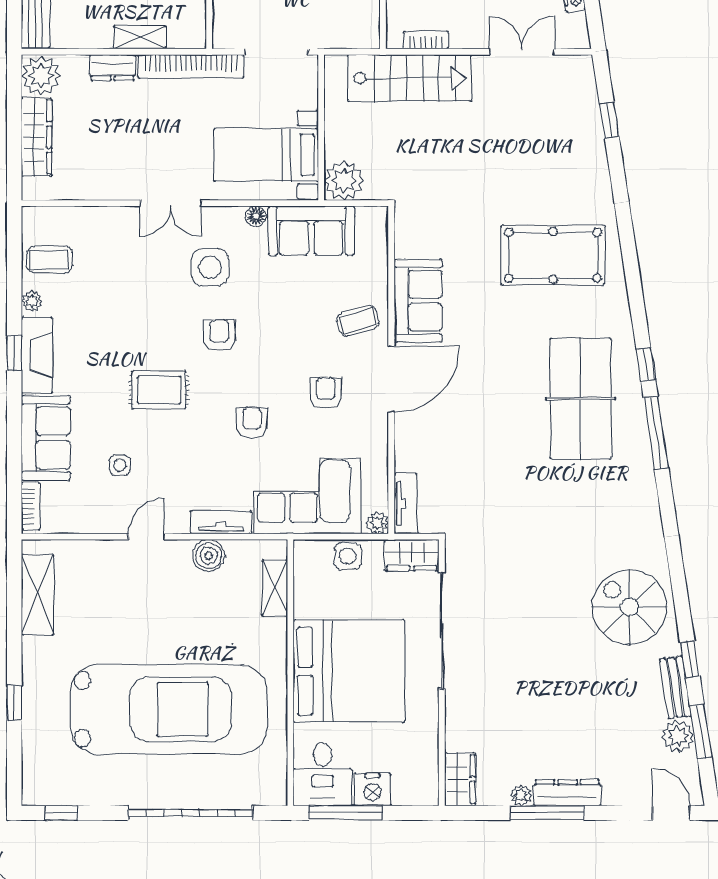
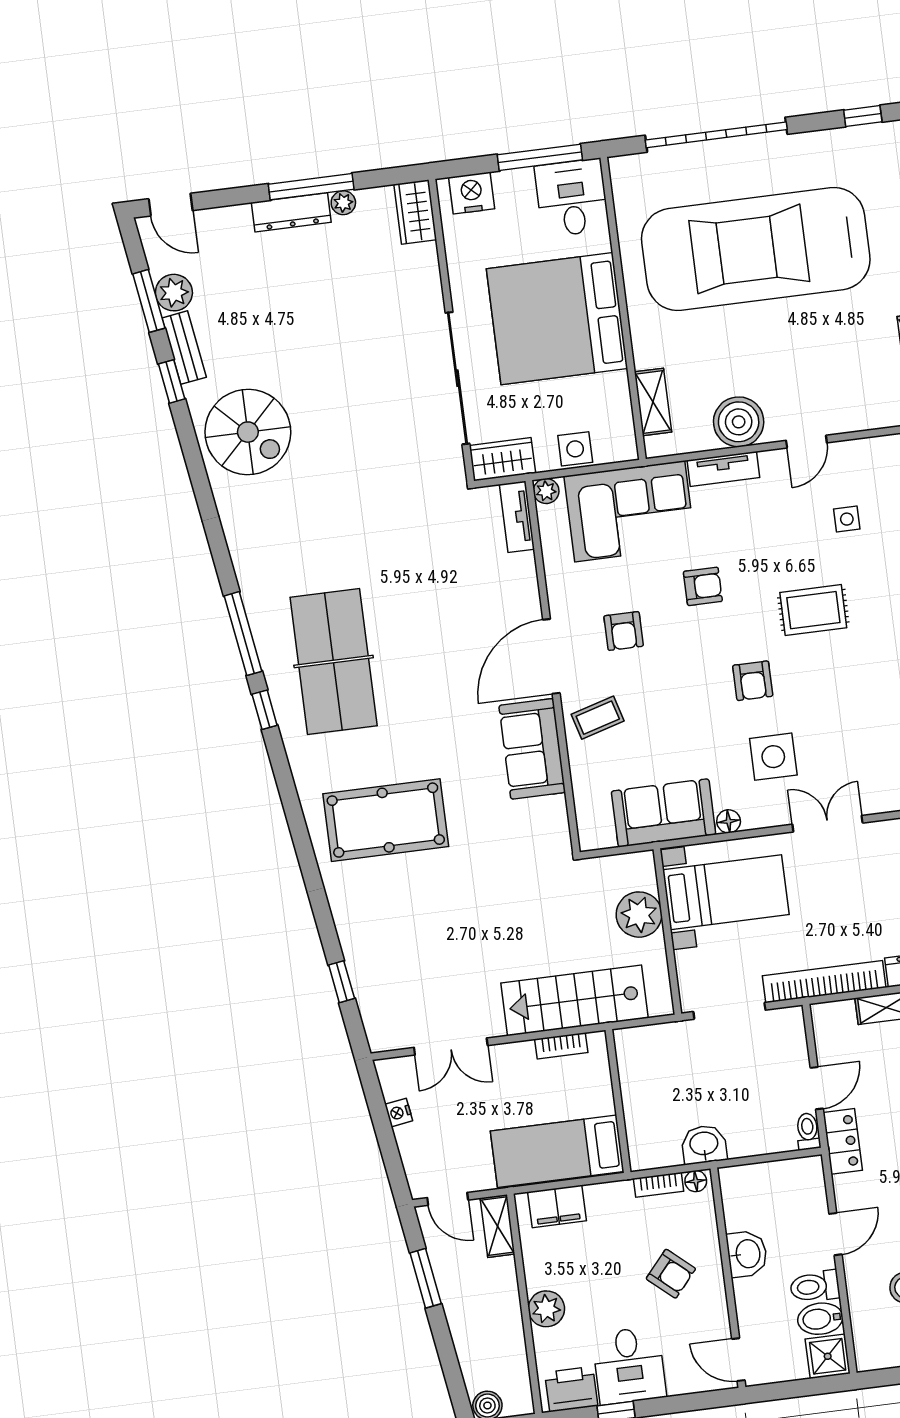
plant: (344, 180) -> (639, 915), moved
armchair: (252, 423) -> (703, 586), turned -90
boiler: (209, 556) -> (739, 422), width x1.37, depth x1.37
nightstand: (372, 789) -> (472, 193), moved

